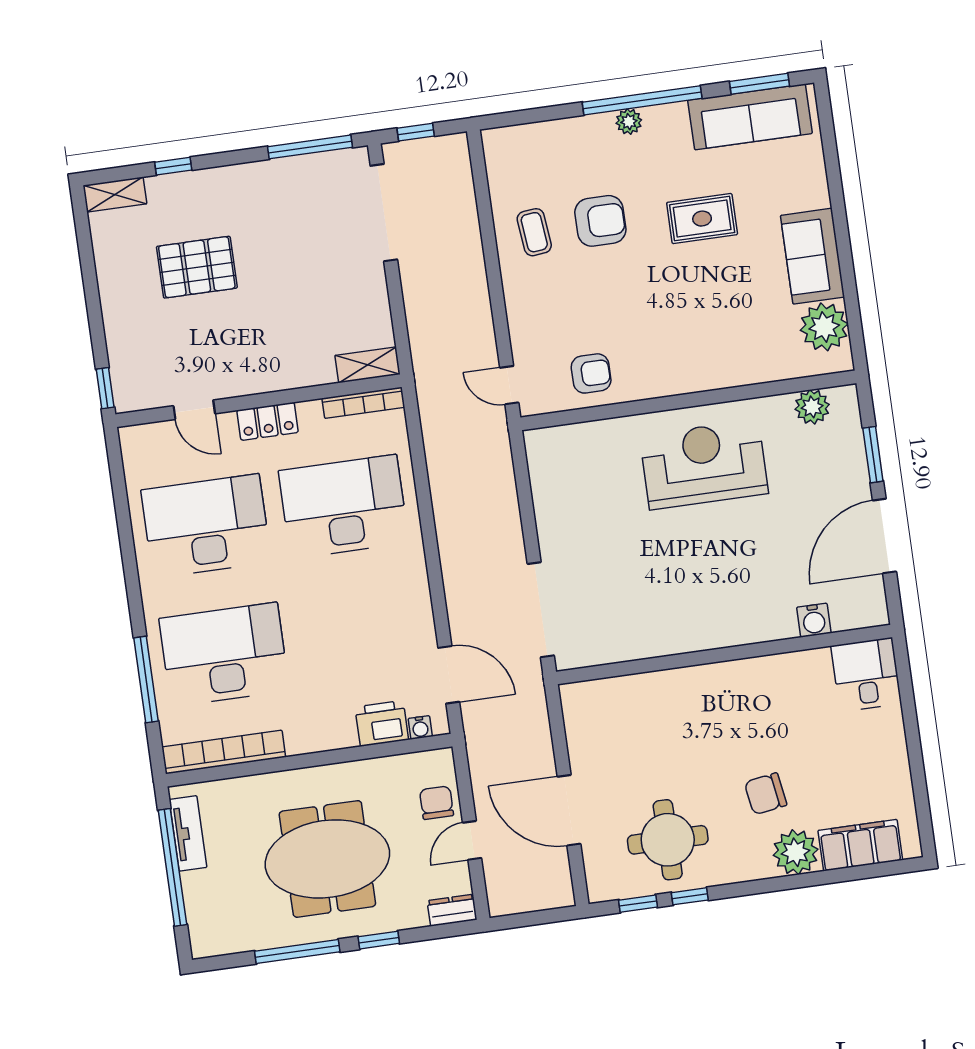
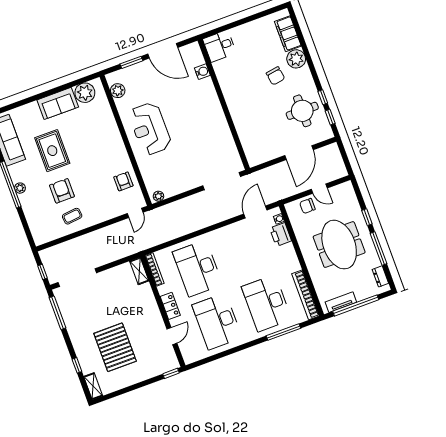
rug: (702, 219) -> (52, 151), width x1.36, depth x1.43
pallet: (197, 267) -> (115, 347), width x1.37, depth x1.41
plant: (537, 450) -> (158, 196), added
dresser: (452, 910) -> (380, 276), moved

